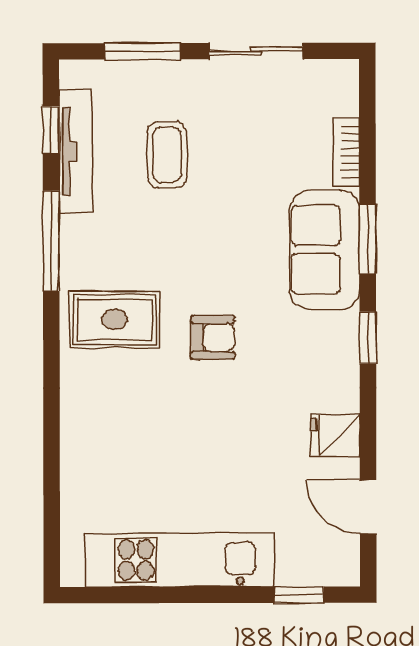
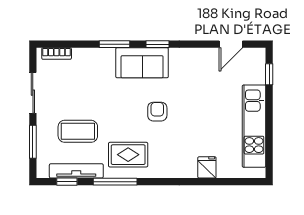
bookcase: (346, 152) -> (57, 54), moved
coffee table: (167, 155) -> (78, 131), width x1.36, depth x1.30
sofa: (325, 250) -> (142, 63), moved
rug: (115, 319) -> (128, 155), moved, turned 90
fridge: (335, 436) -> (207, 167), moved, turned 180

